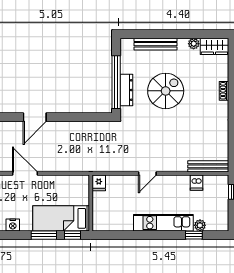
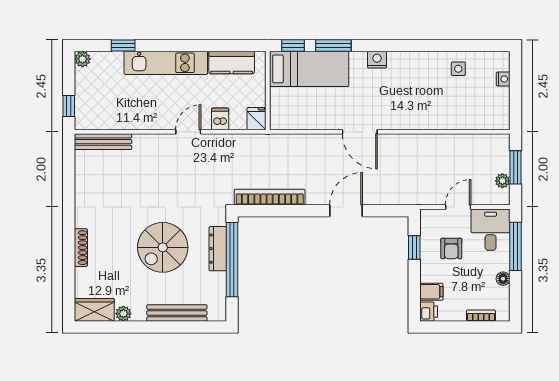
shoe rack: (224, 91) -> (81, 248), width x1.43
bookcase: (89, 127) -> (270, 197), added
dishwasher: (196, 183) -> (220, 119), moved
kitchen counter: (116, 223) -> (232, 62), added
plant: (200, 225) -> (82, 59), moved

